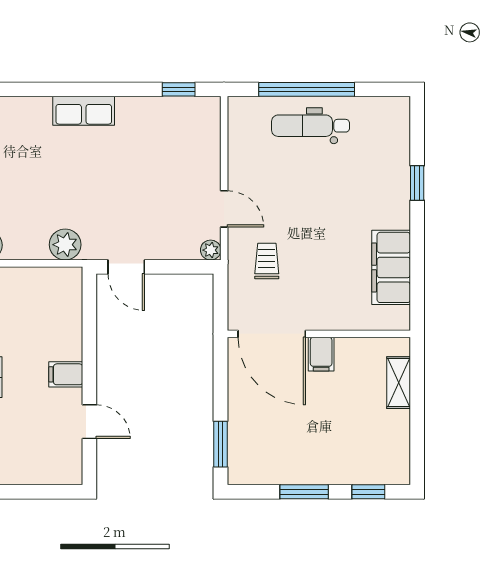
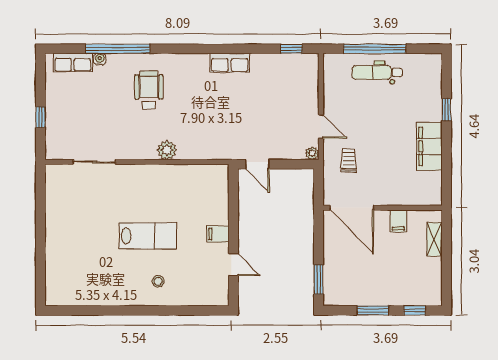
plant: (65, 245) -> (218, 150), removed
filing cabinet: (391, 267) -> (429, 146), moved
filing cabinet: (321, 354) -> (398, 221), moved

